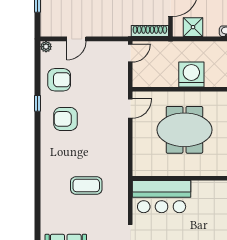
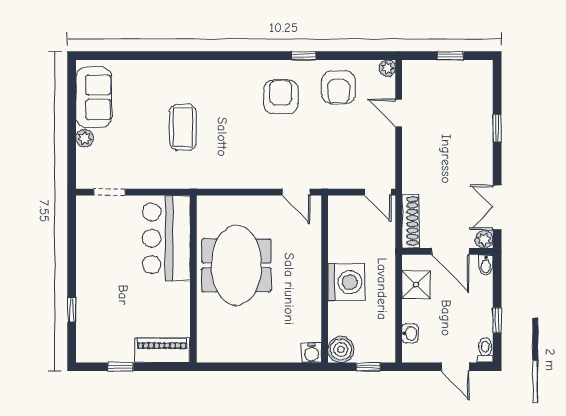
meeting table: (184, 130) -> (236, 265), moved

